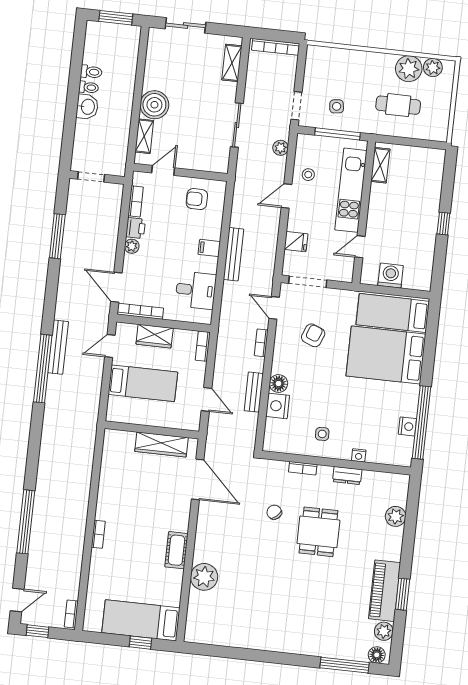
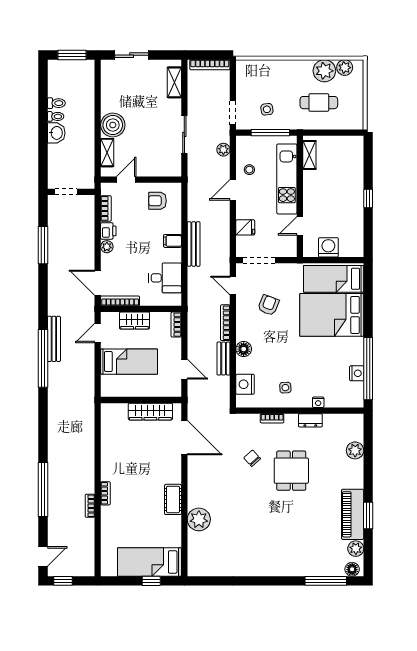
bookcase: (261, 343) -> (225, 323), width x1.56
nightstand: (278, 406) -> (245, 384), moved
bookcase: (71, 614) -> (90, 506), moved

